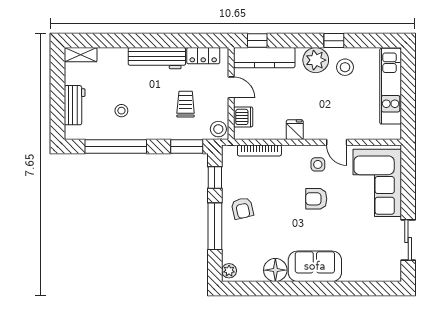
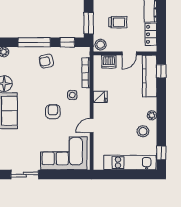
window: (334, 41) -> (161, 153), moved
plant: (316, 60) -> (152, 115), width x0.53, depth x0.53
side table: (318, 164) -> (72, 95), moved

